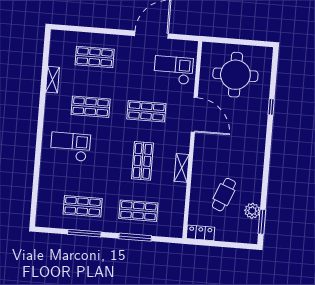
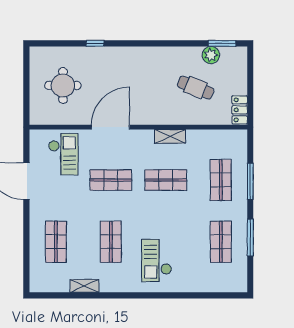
checkout: (173, 70) -> (63, 154), turned 180
round table: (235, 75) -> (63, 85), width x0.73, depth x0.73
shop shelf: (146, 111) -> (111, 180), turned 90

